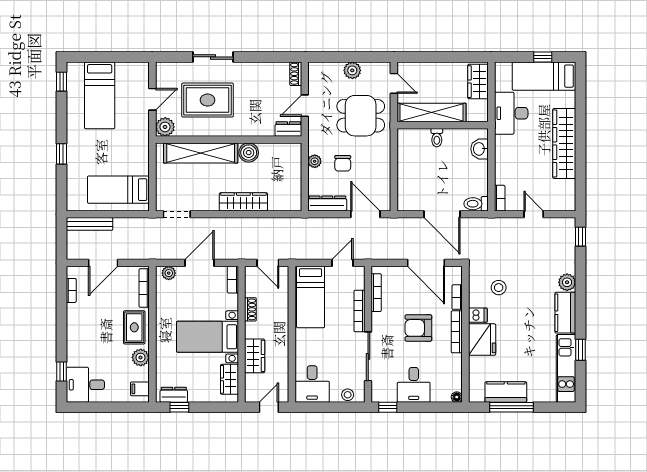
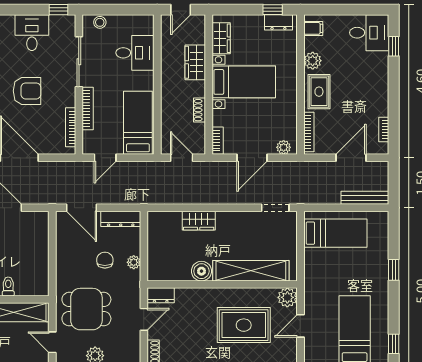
wardrobe: (243, 202) -> (199, 221), width x0.67
desk: (312, 384) -> (135, 53), moved, turned 90

